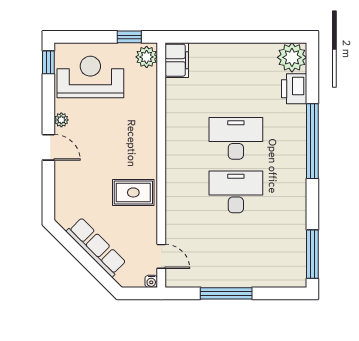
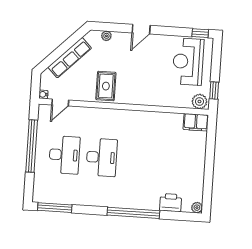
plant: (292, 57) -> (197, 208), width x0.53, depth x0.53
reception desk: (90, 77) -> (188, 62), turned 180
plant: (61, 120) -> (106, 36), moved
desk: (236, 138) -> (64, 155), moved
window: (226, 293) -> (32, 146), width x1.46

